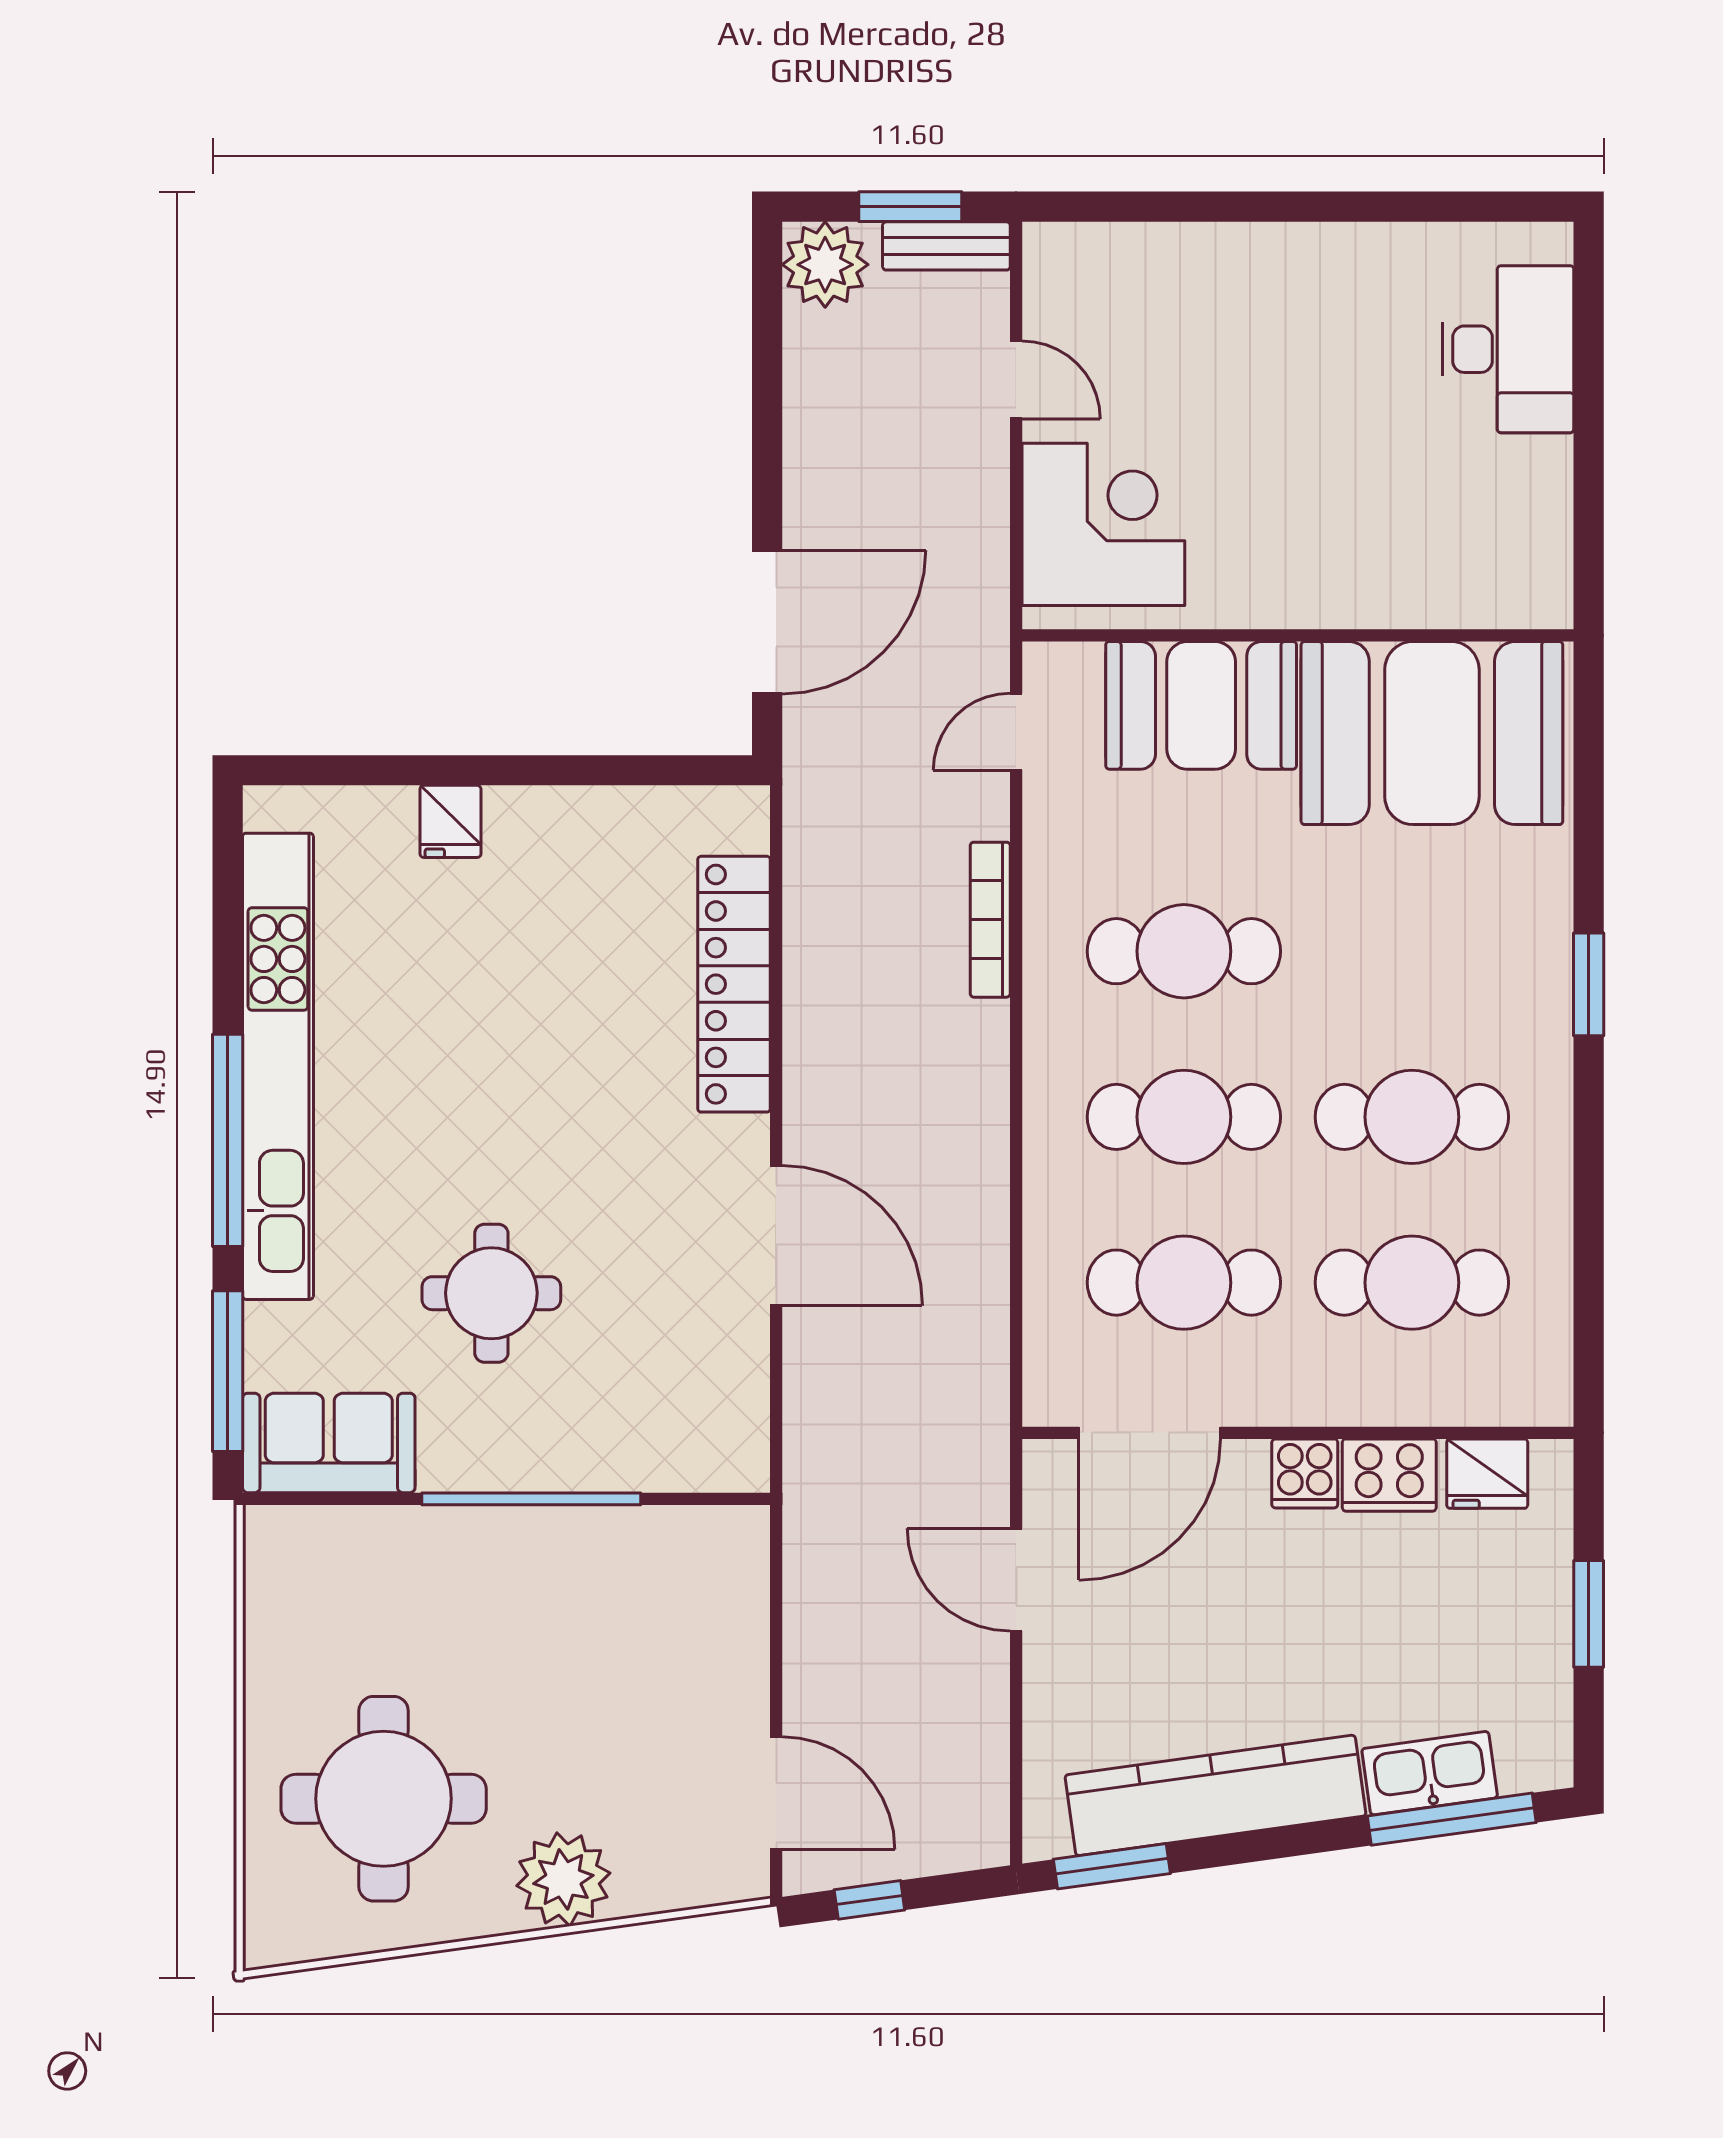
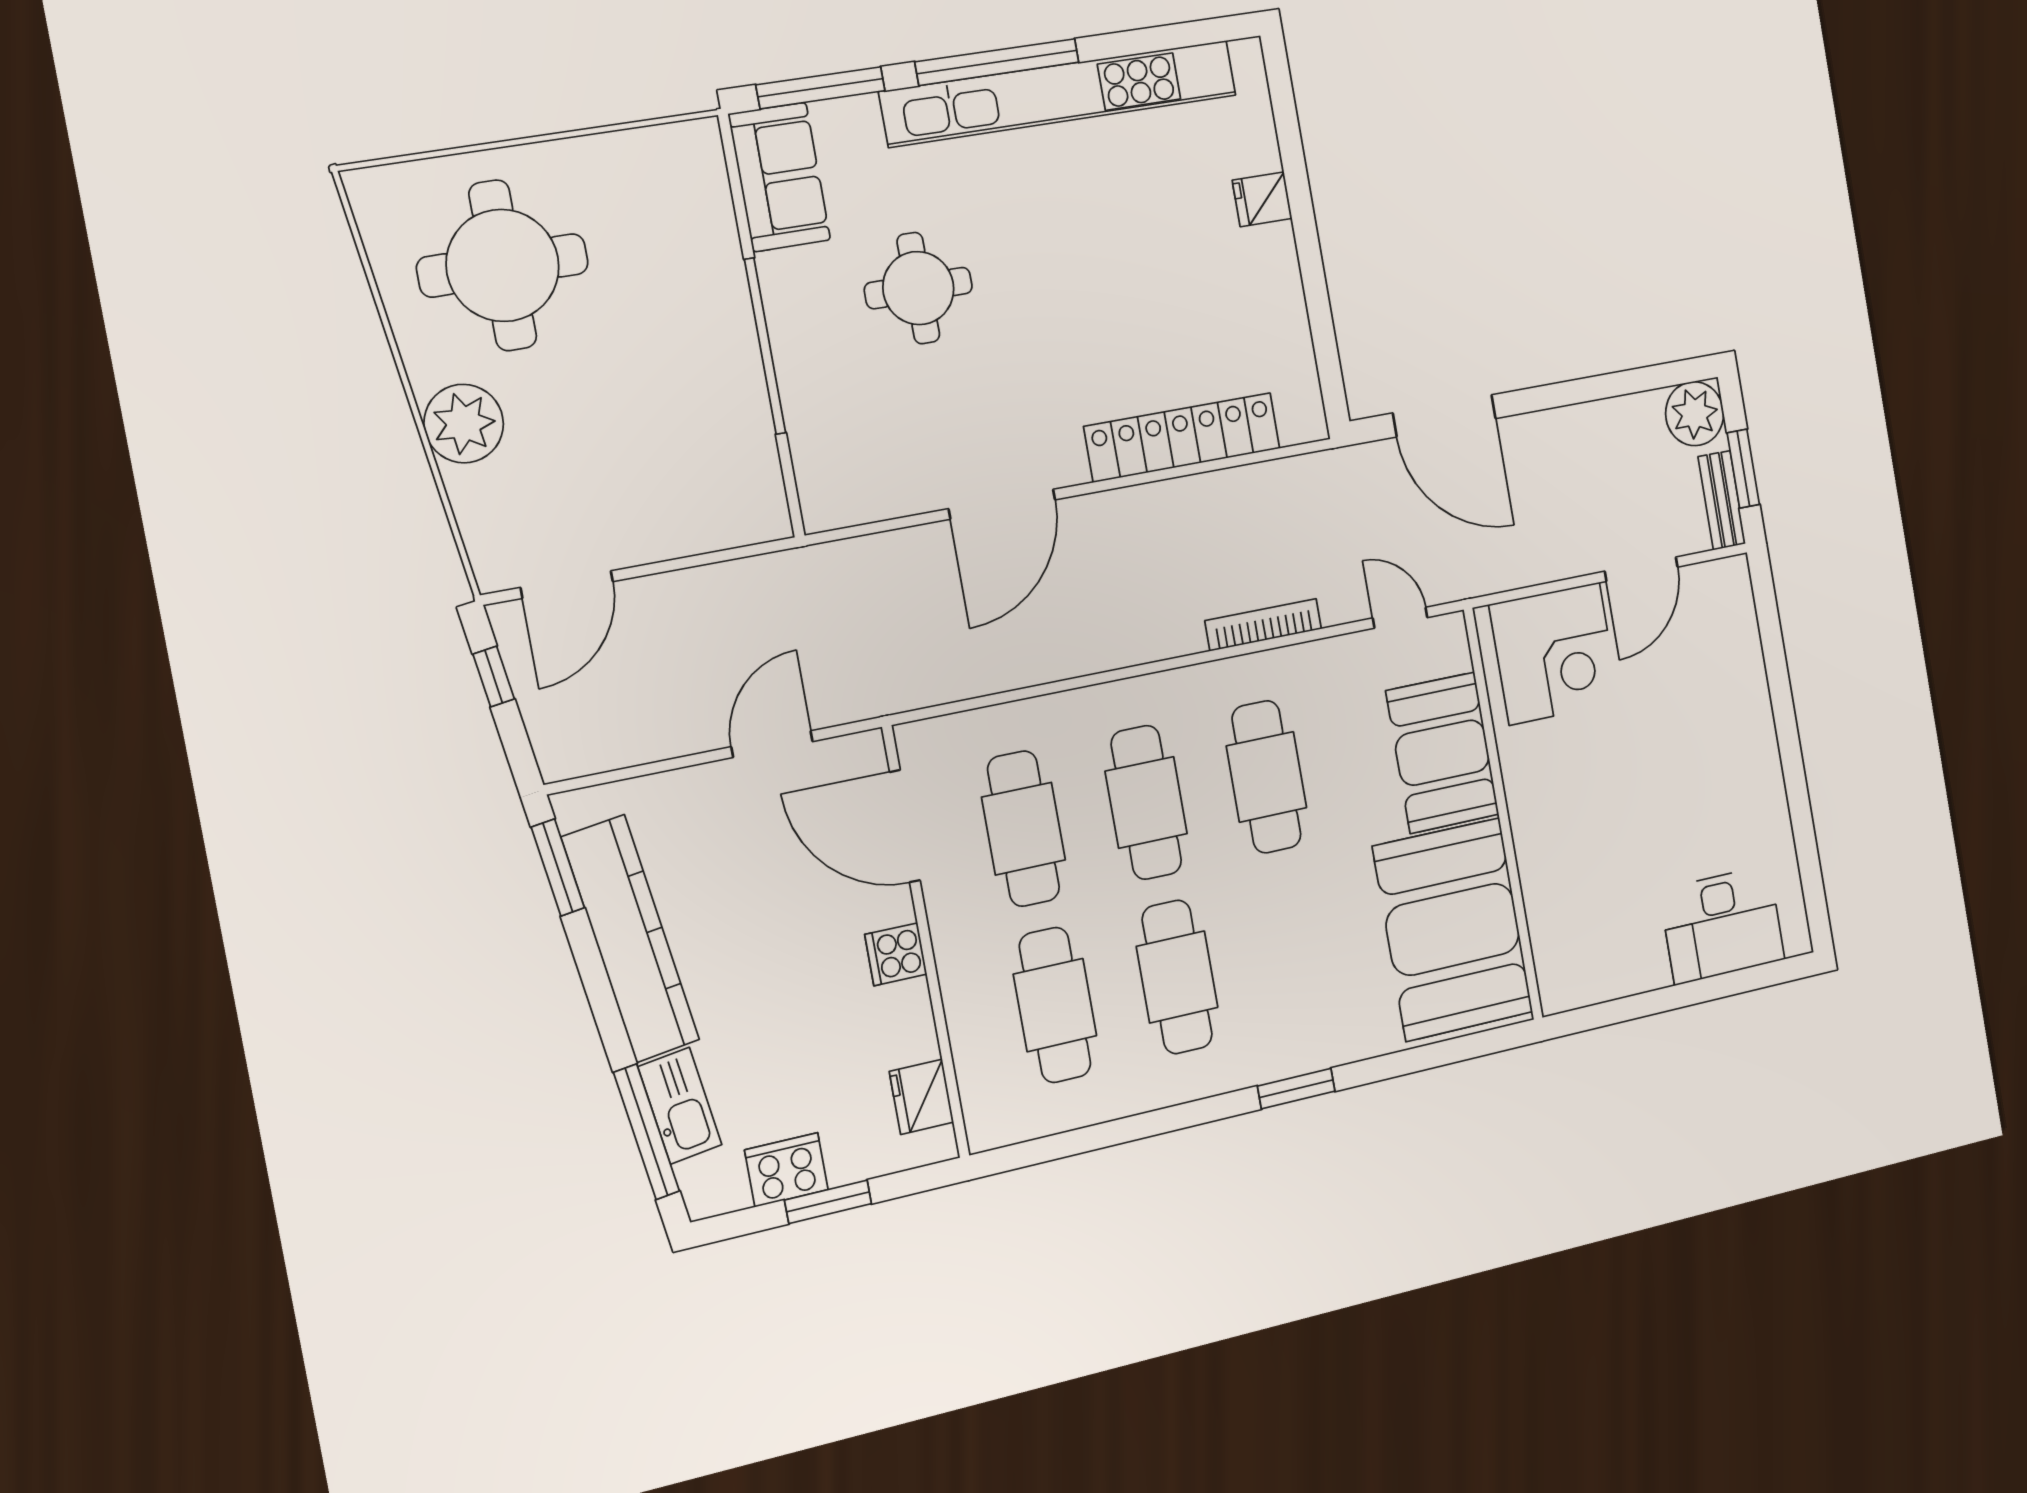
door: (1016, 380) -> (1641, 569), width x1.38
cooker: (1389, 1475) -> (786, 1170), moved, turned 90

